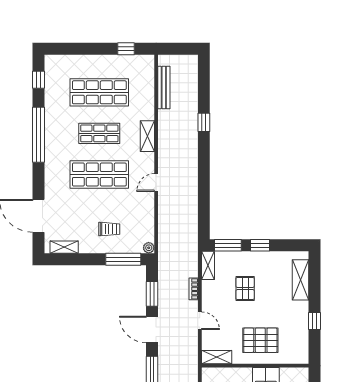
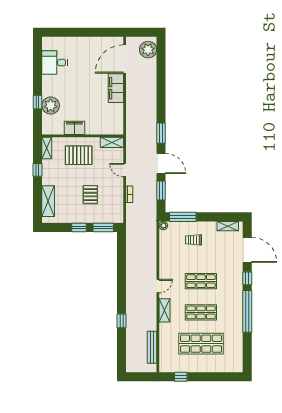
window: (38, 80) -> (247, 278), moved
shop shelf: (99, 175) -> (201, 281), width x0.70, depth x0.74
door: (156, 183) -> (158, 286), moved
shelving: (208, 265) -> (47, 148), moved

